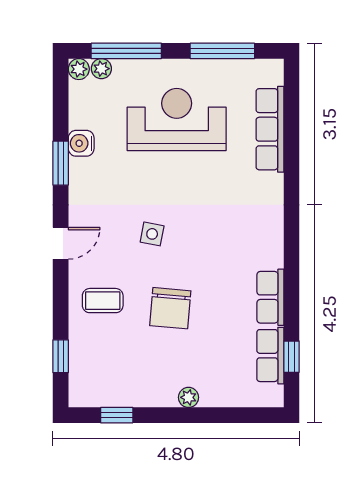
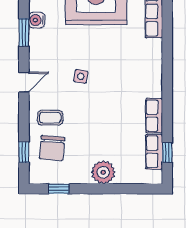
chair: (170, 308) -> (52, 148), moved
plant: (188, 397) -> (103, 172), width x1.88, depth x1.88

